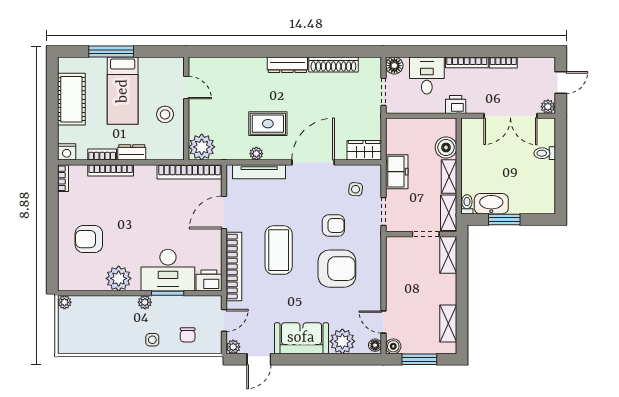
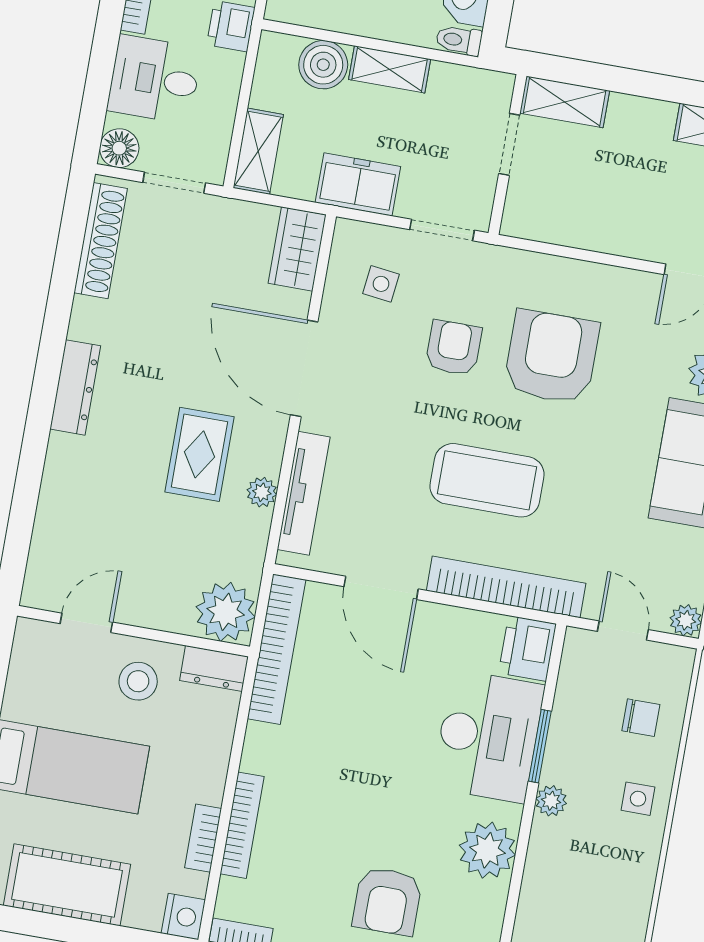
shoe rack: (333, 65) -> (101, 241), moved
dresser: (132, 152) -> (214, 668), moved, turned -90
shelving: (449, 213) -> (258, 151), moved, turned 90

